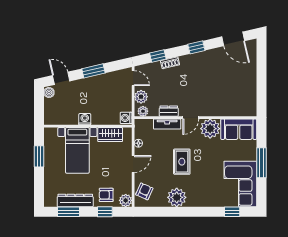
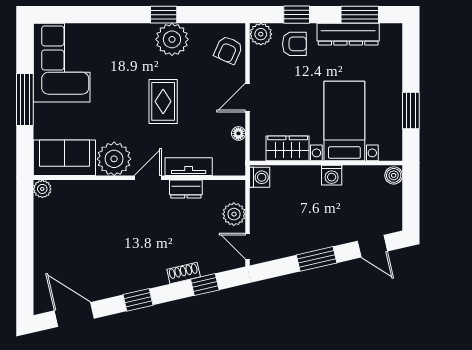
boiler: (49, 92) -> (394, 175), moved
plant: (143, 111) -> (42, 189), moved
window: (232, 212) -> (164, 15), moved

